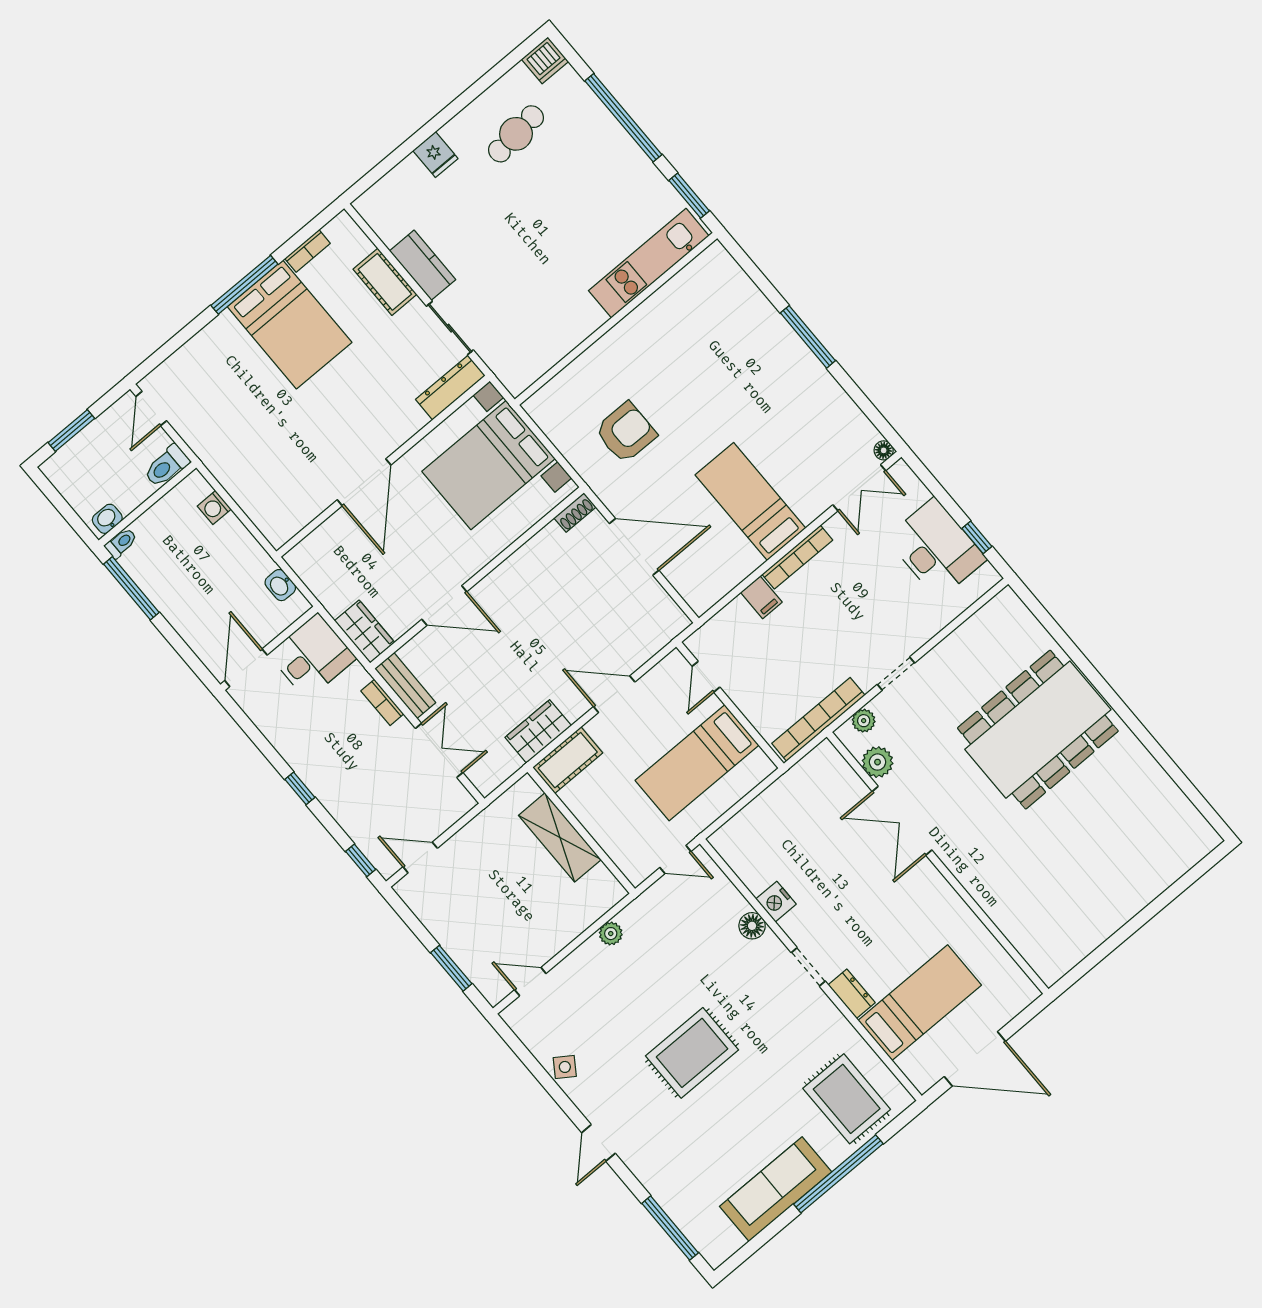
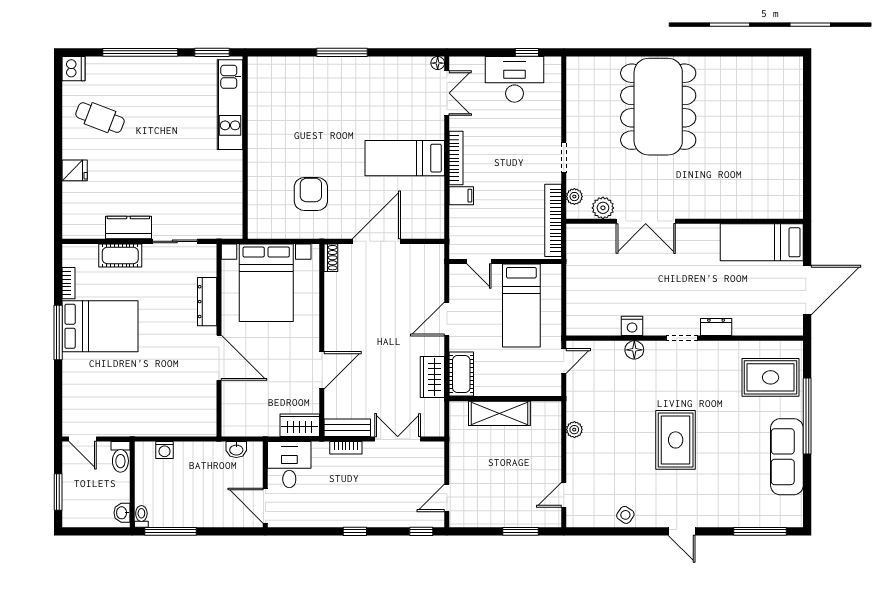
cafe table: (516, 134) -> (100, 118), turned -63
dresser: (450, 388) -> (207, 302), moved
bed: (920, 1003) -> (762, 242), moved, turned -90

